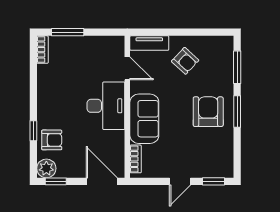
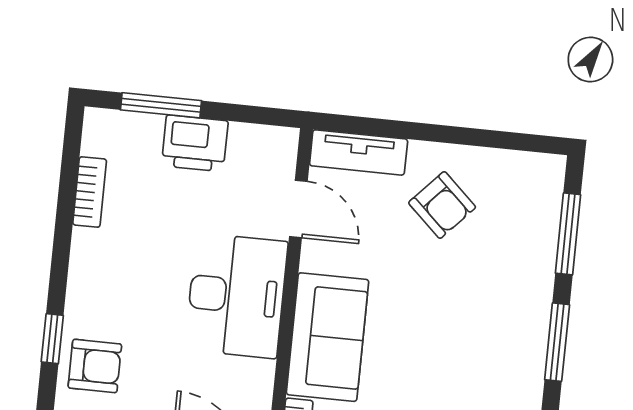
printer: (83, 46) -> (195, 143), added
bookcase: (42, 50) -> (90, 192), moved
armchair: (208, 112) -> (486, 336), removed

